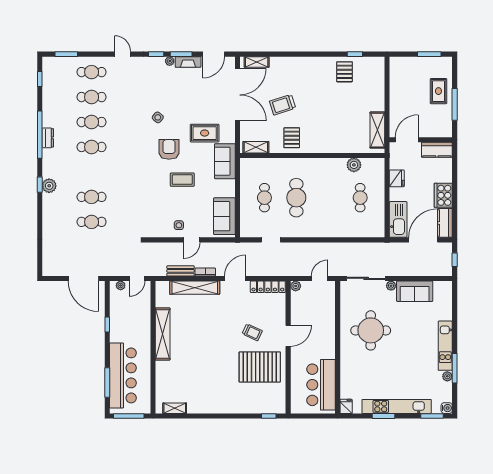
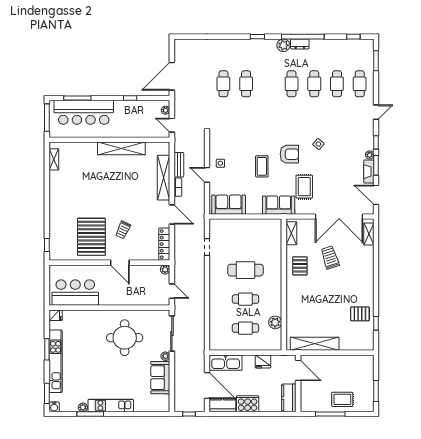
shelving: (377, 130) -> (315, 344), width x1.47
pallet: (292, 138) -> (300, 266), turned 90
plant: (49, 186) -> (283, 45), moved
cafe table: (264, 198) -> (245, 299), moved

